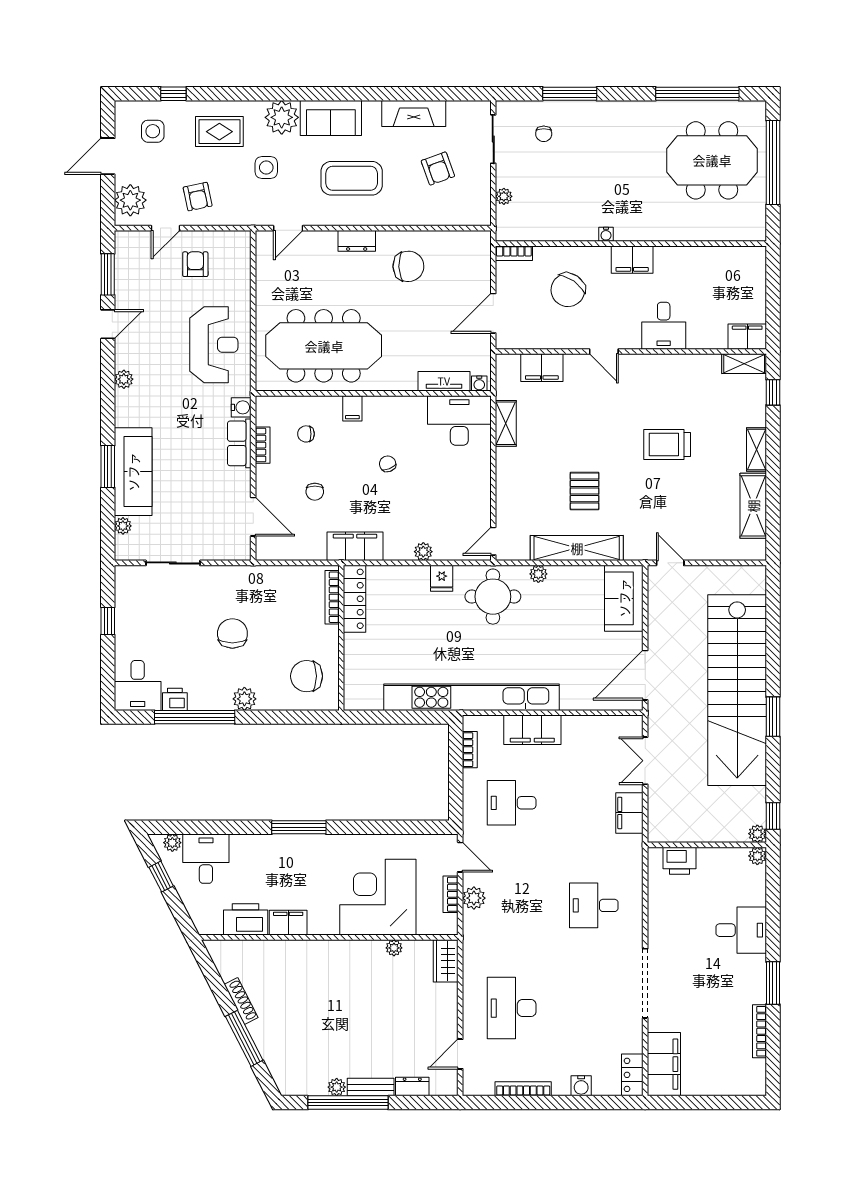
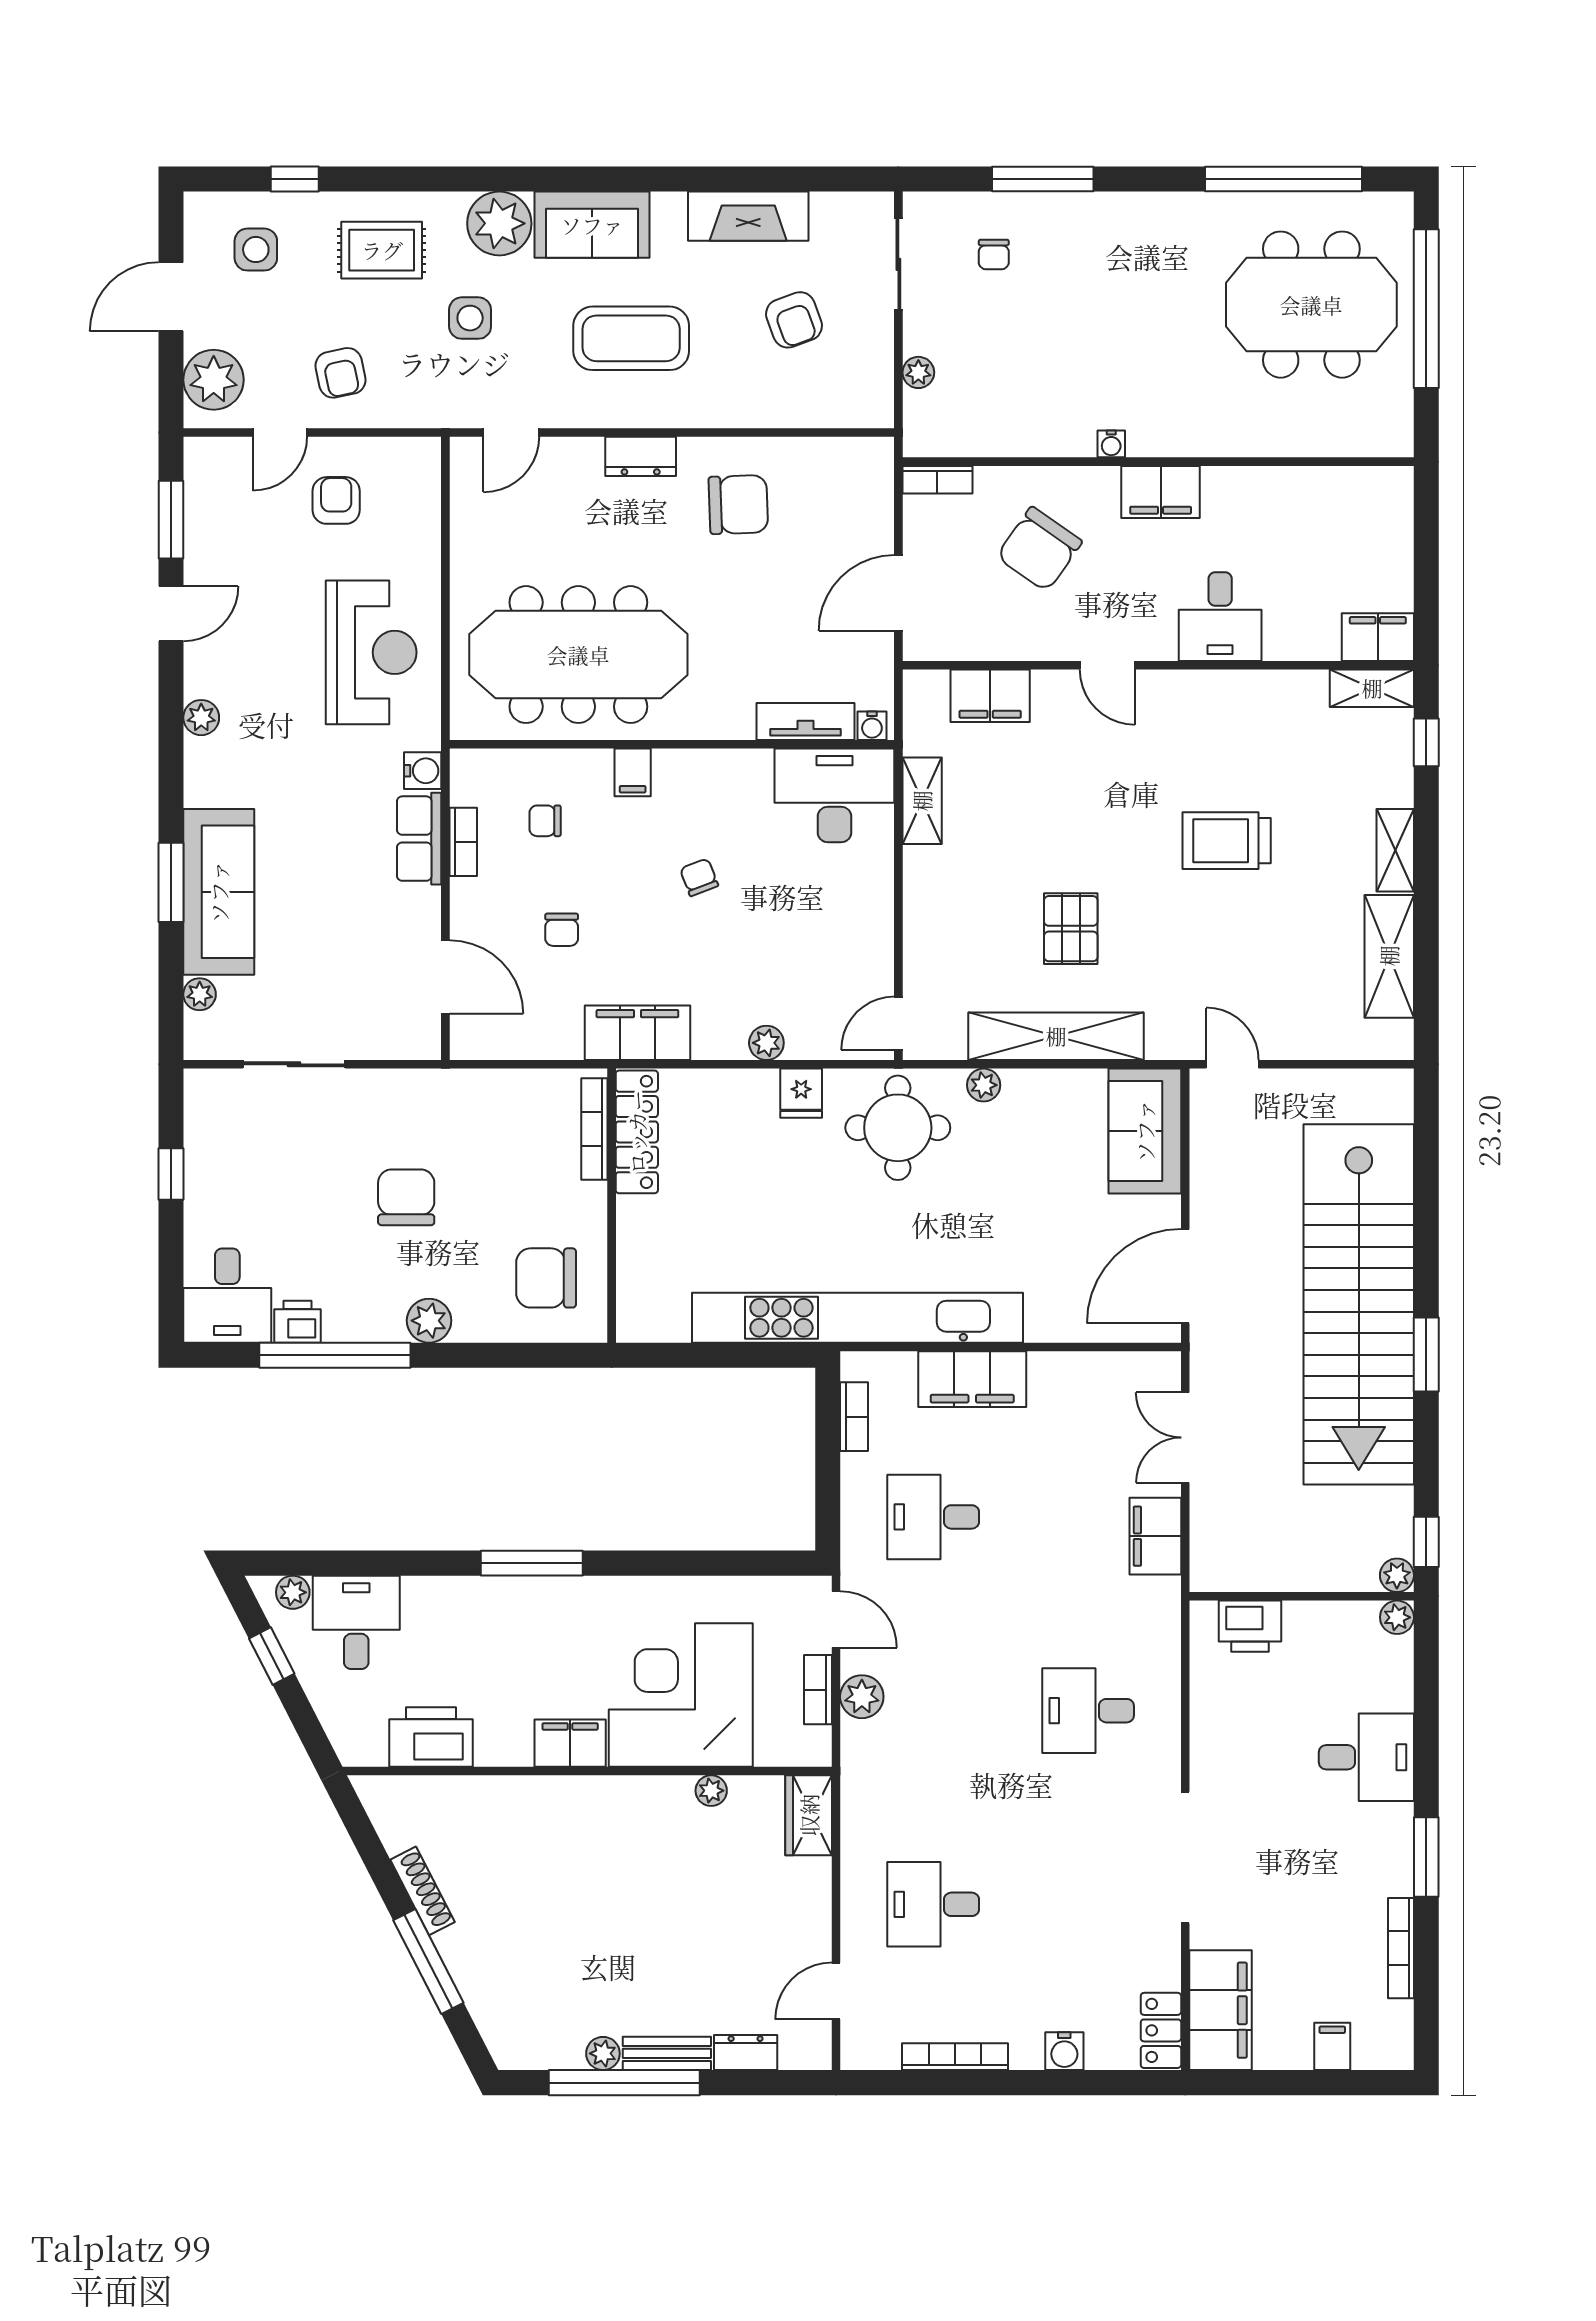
filing cabinet: (288, 923) -> (570, 1743), moved
desk: (512, 1008) -> (933, 1904), width x0.73
filing cabinet: (723, 1083) -> (1332, 2046), added

